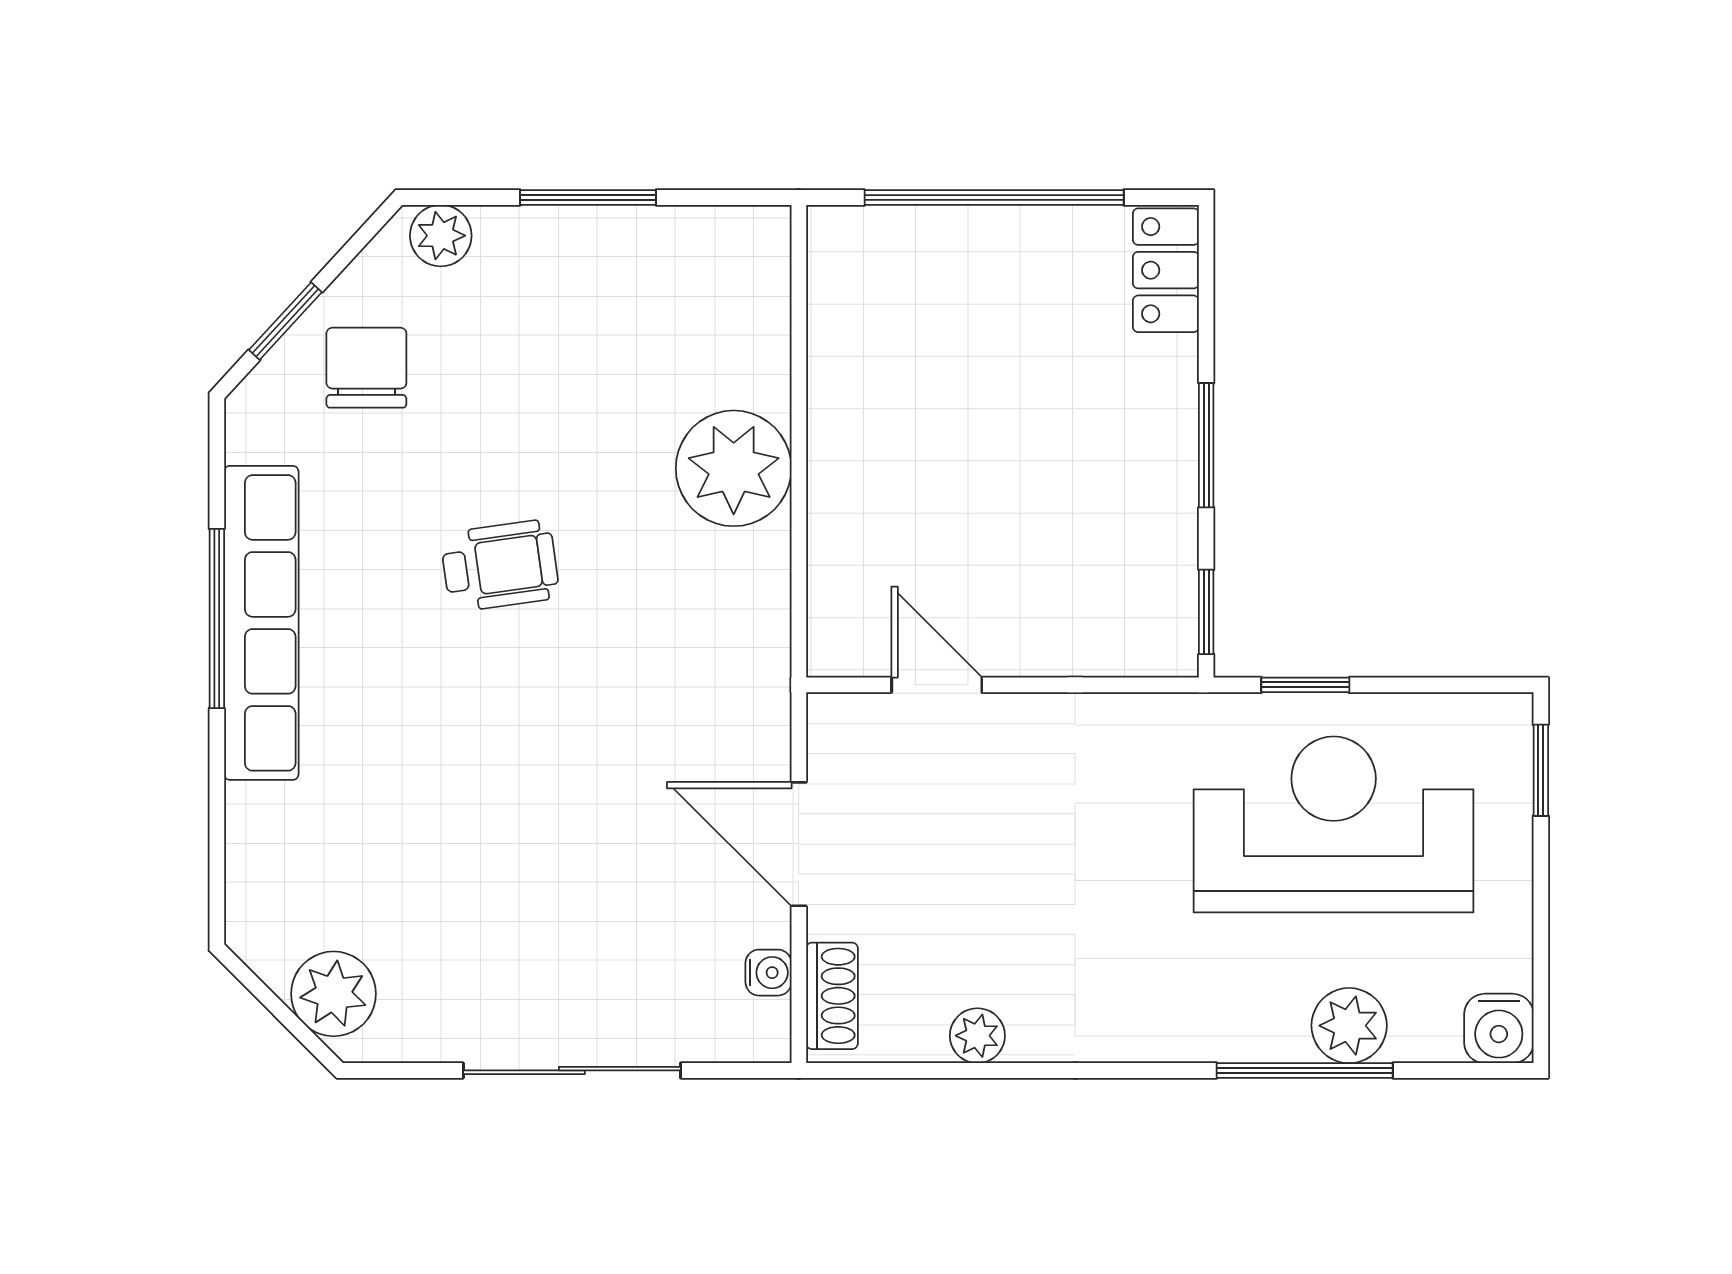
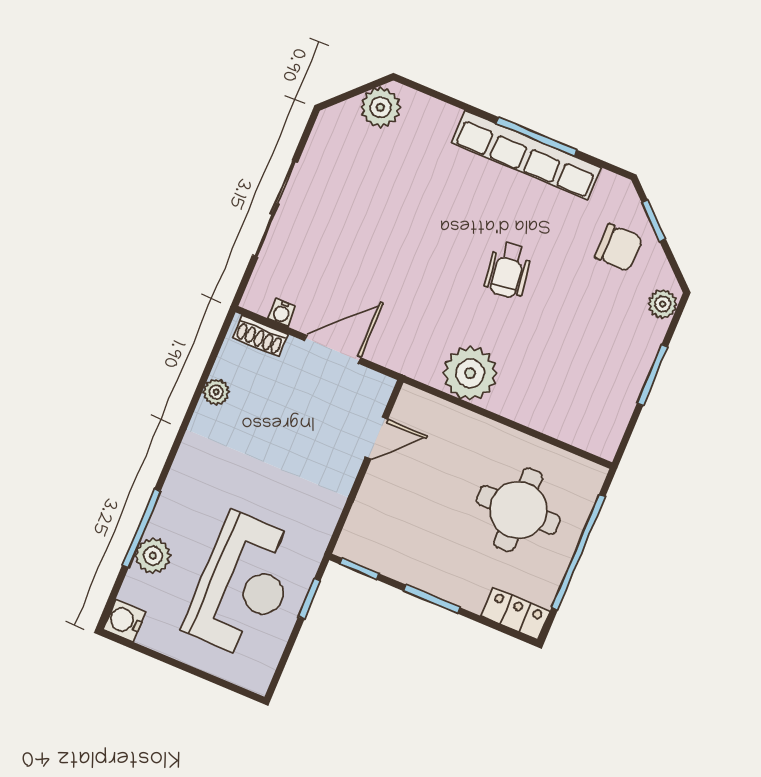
round table: (961, 349) -> (518, 510), added
plant: (734, 468) -> (470, 373), moved
window: (1541, 770) -> (229, 686), removed
plant: (334, 994) -> (381, 107), moved

